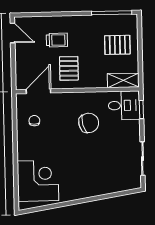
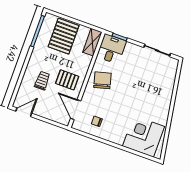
pallet: (117, 45) -> (64, 36), width x1.50, depth x1.42
chair: (89, 123) -> (102, 80), moved

